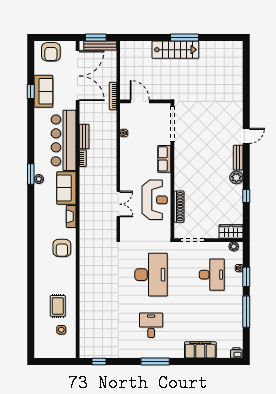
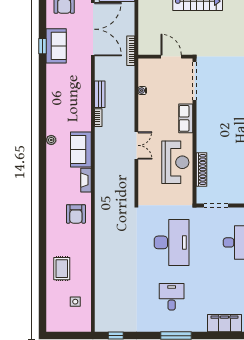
door: (140, 101) -> (171, 57), moved
bar counter: (64, 140) -> (78, 98), removed
window: (31, 174) -> (43, 135), removed
double door: (118, 204) -> (136, 145), moved
rug: (58, 306) -> (62, 269), moved

